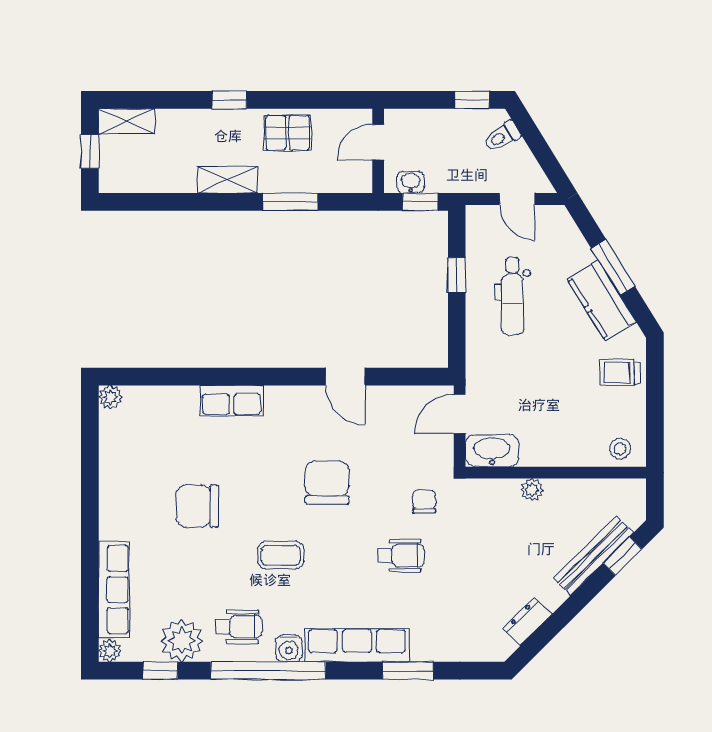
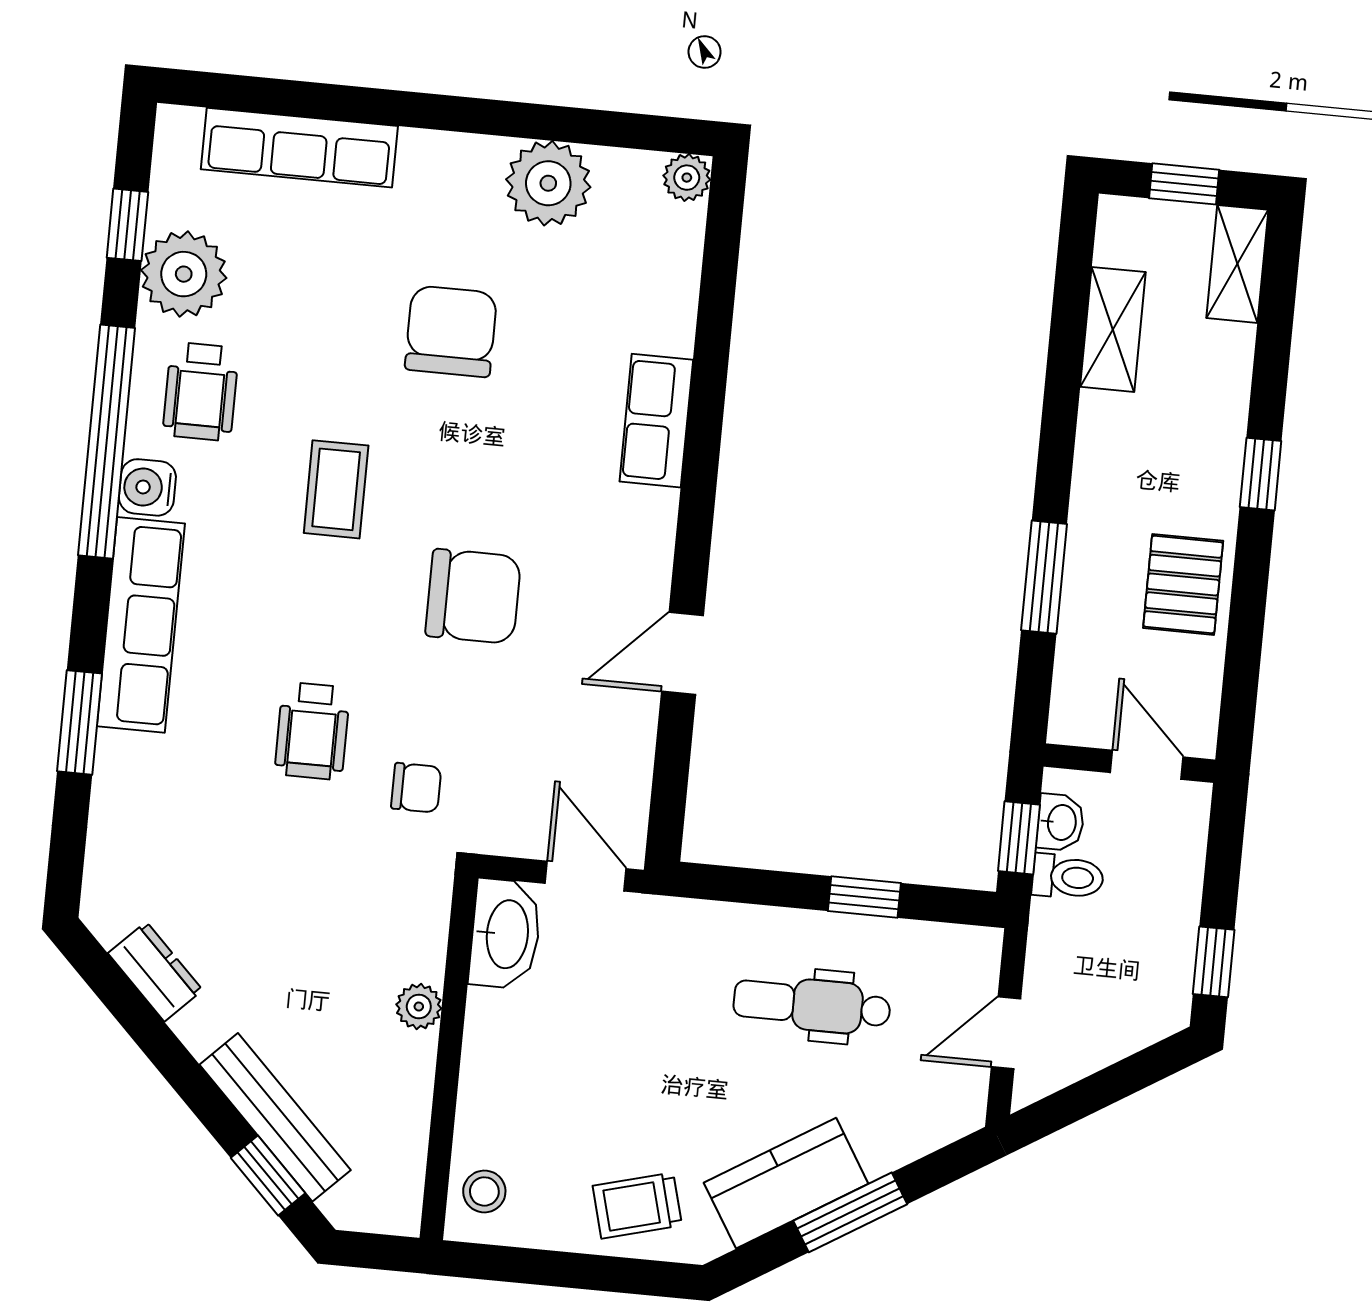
toilet: (502, 136) -> (1068, 877), moved, turned 122
shelving: (228, 180) -> (1113, 329), moved
trolley: (620, 373) -> (637, 1206), turned -105
plant: (110, 651) -> (548, 183), moved, width x1.88, depth x1.88

